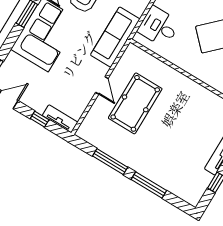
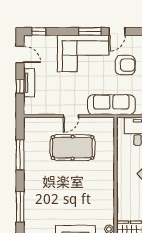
tv unit: (60, 119) -> (29, 83), moved
window: (149, 185) -> (20, 207), moved

